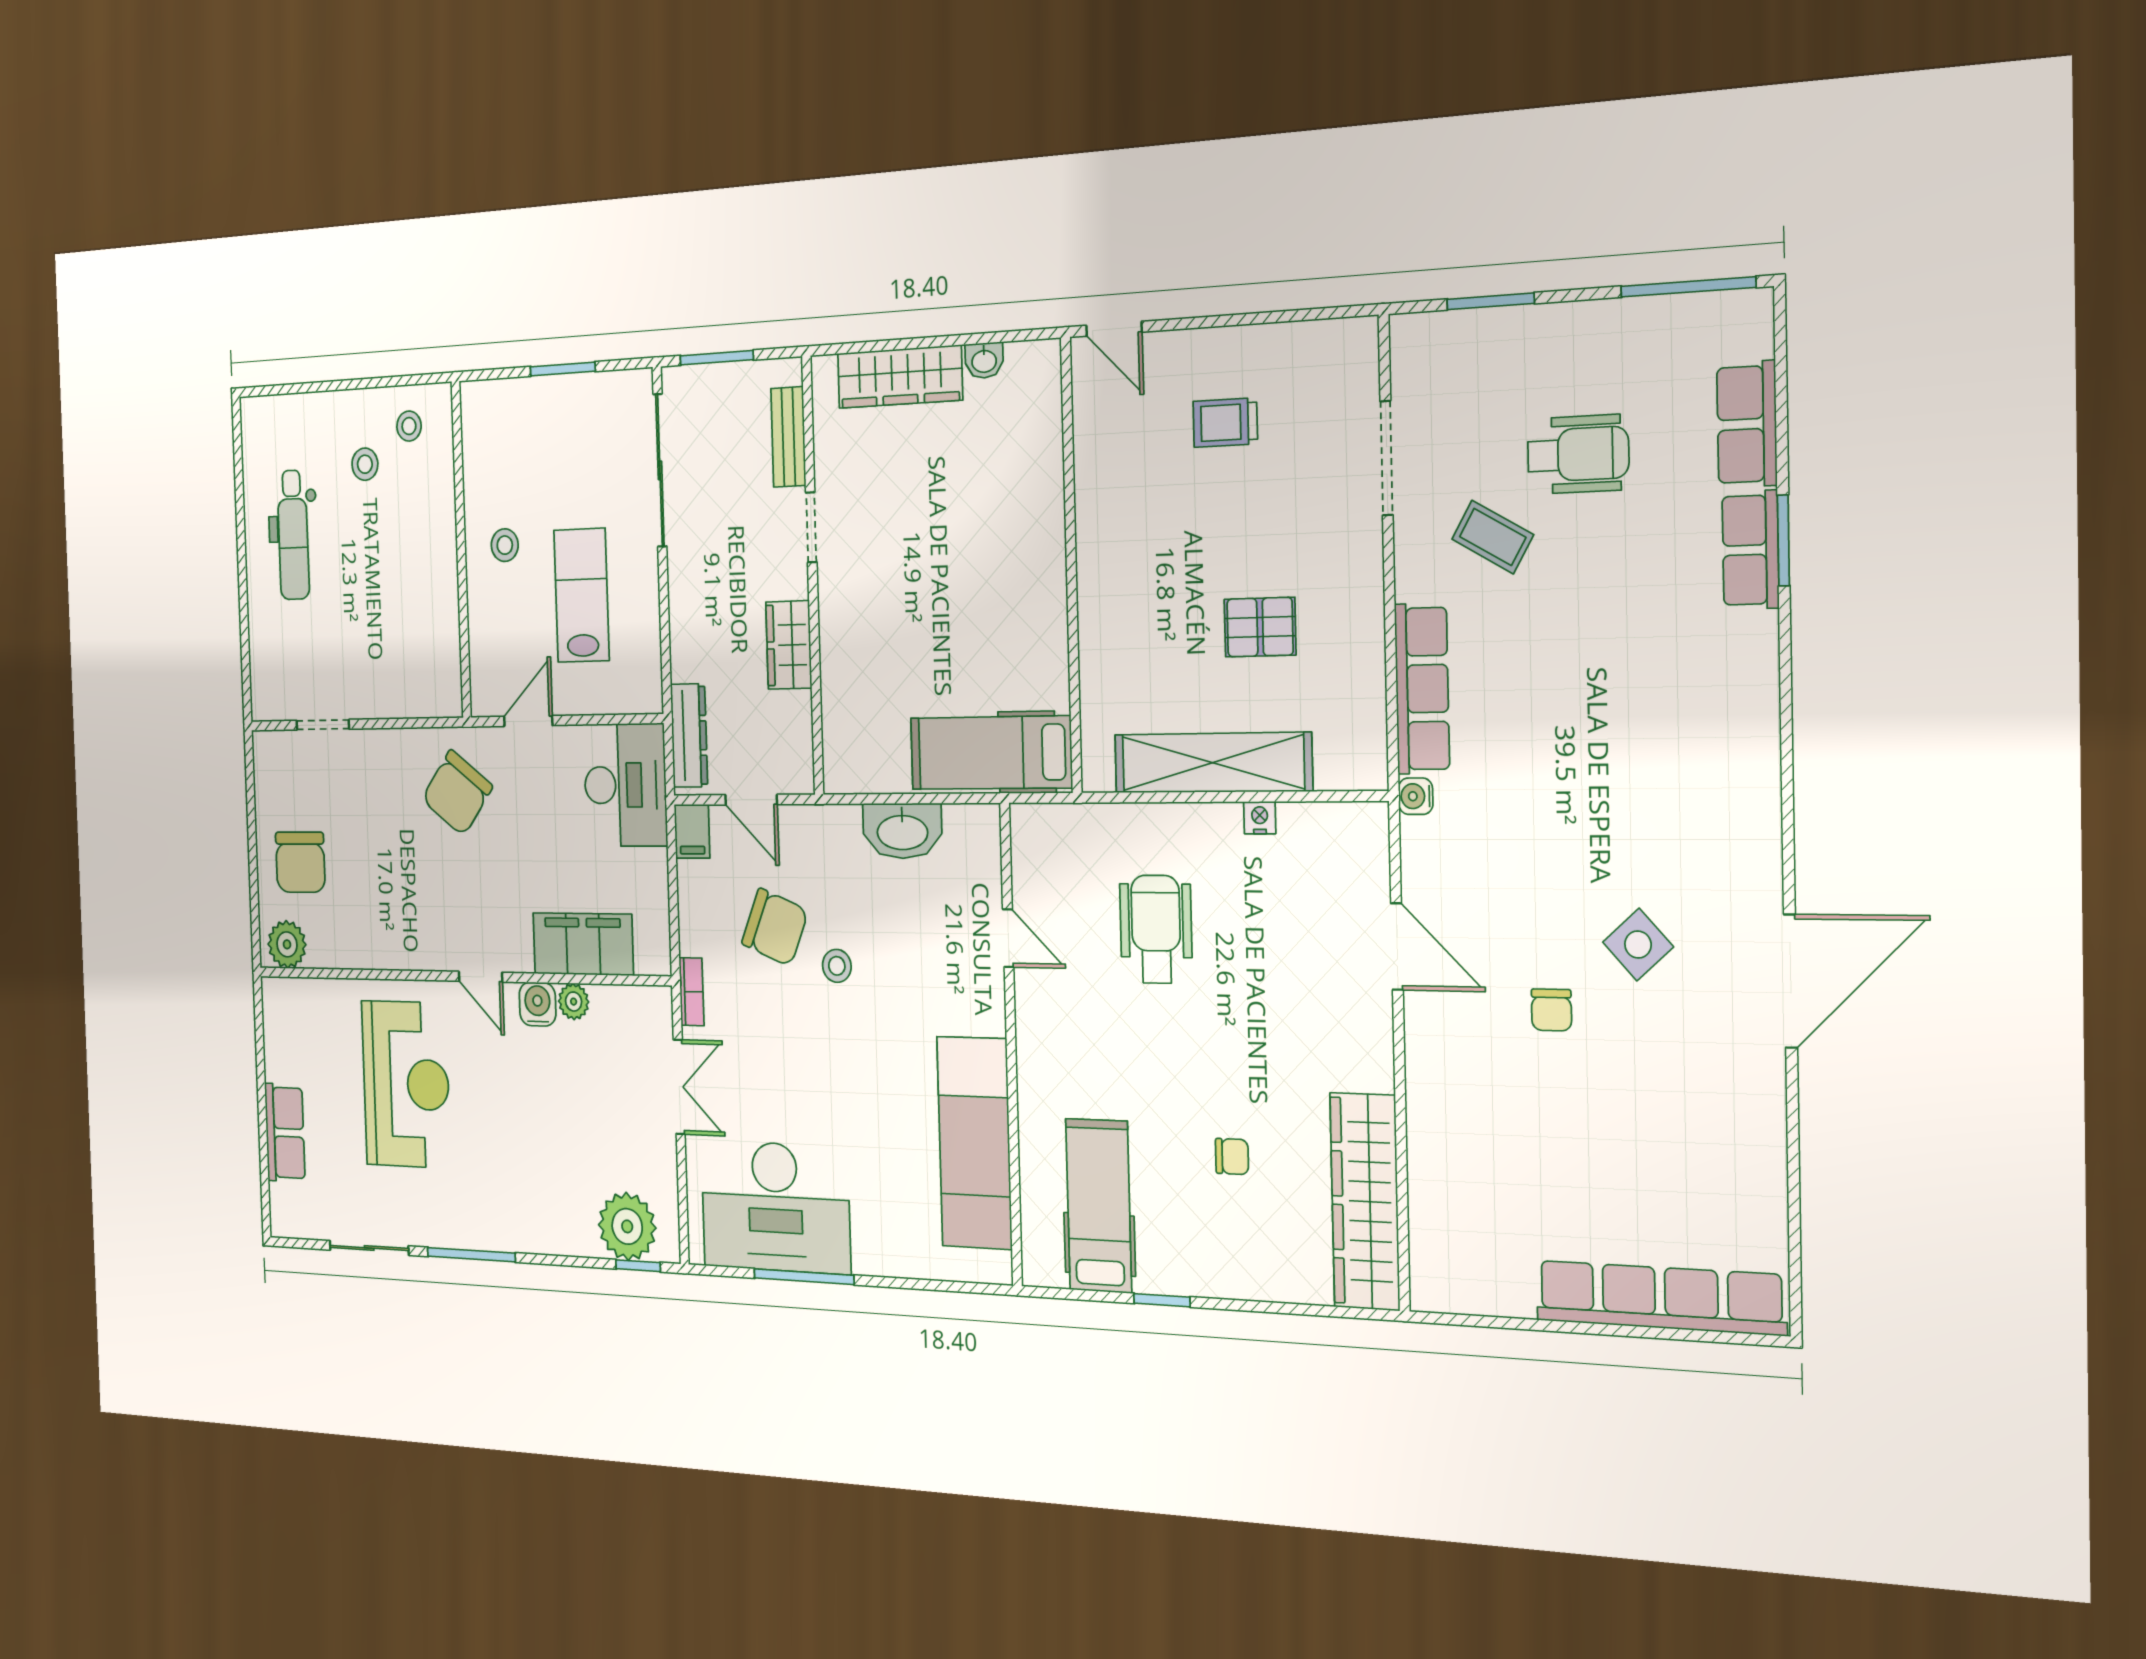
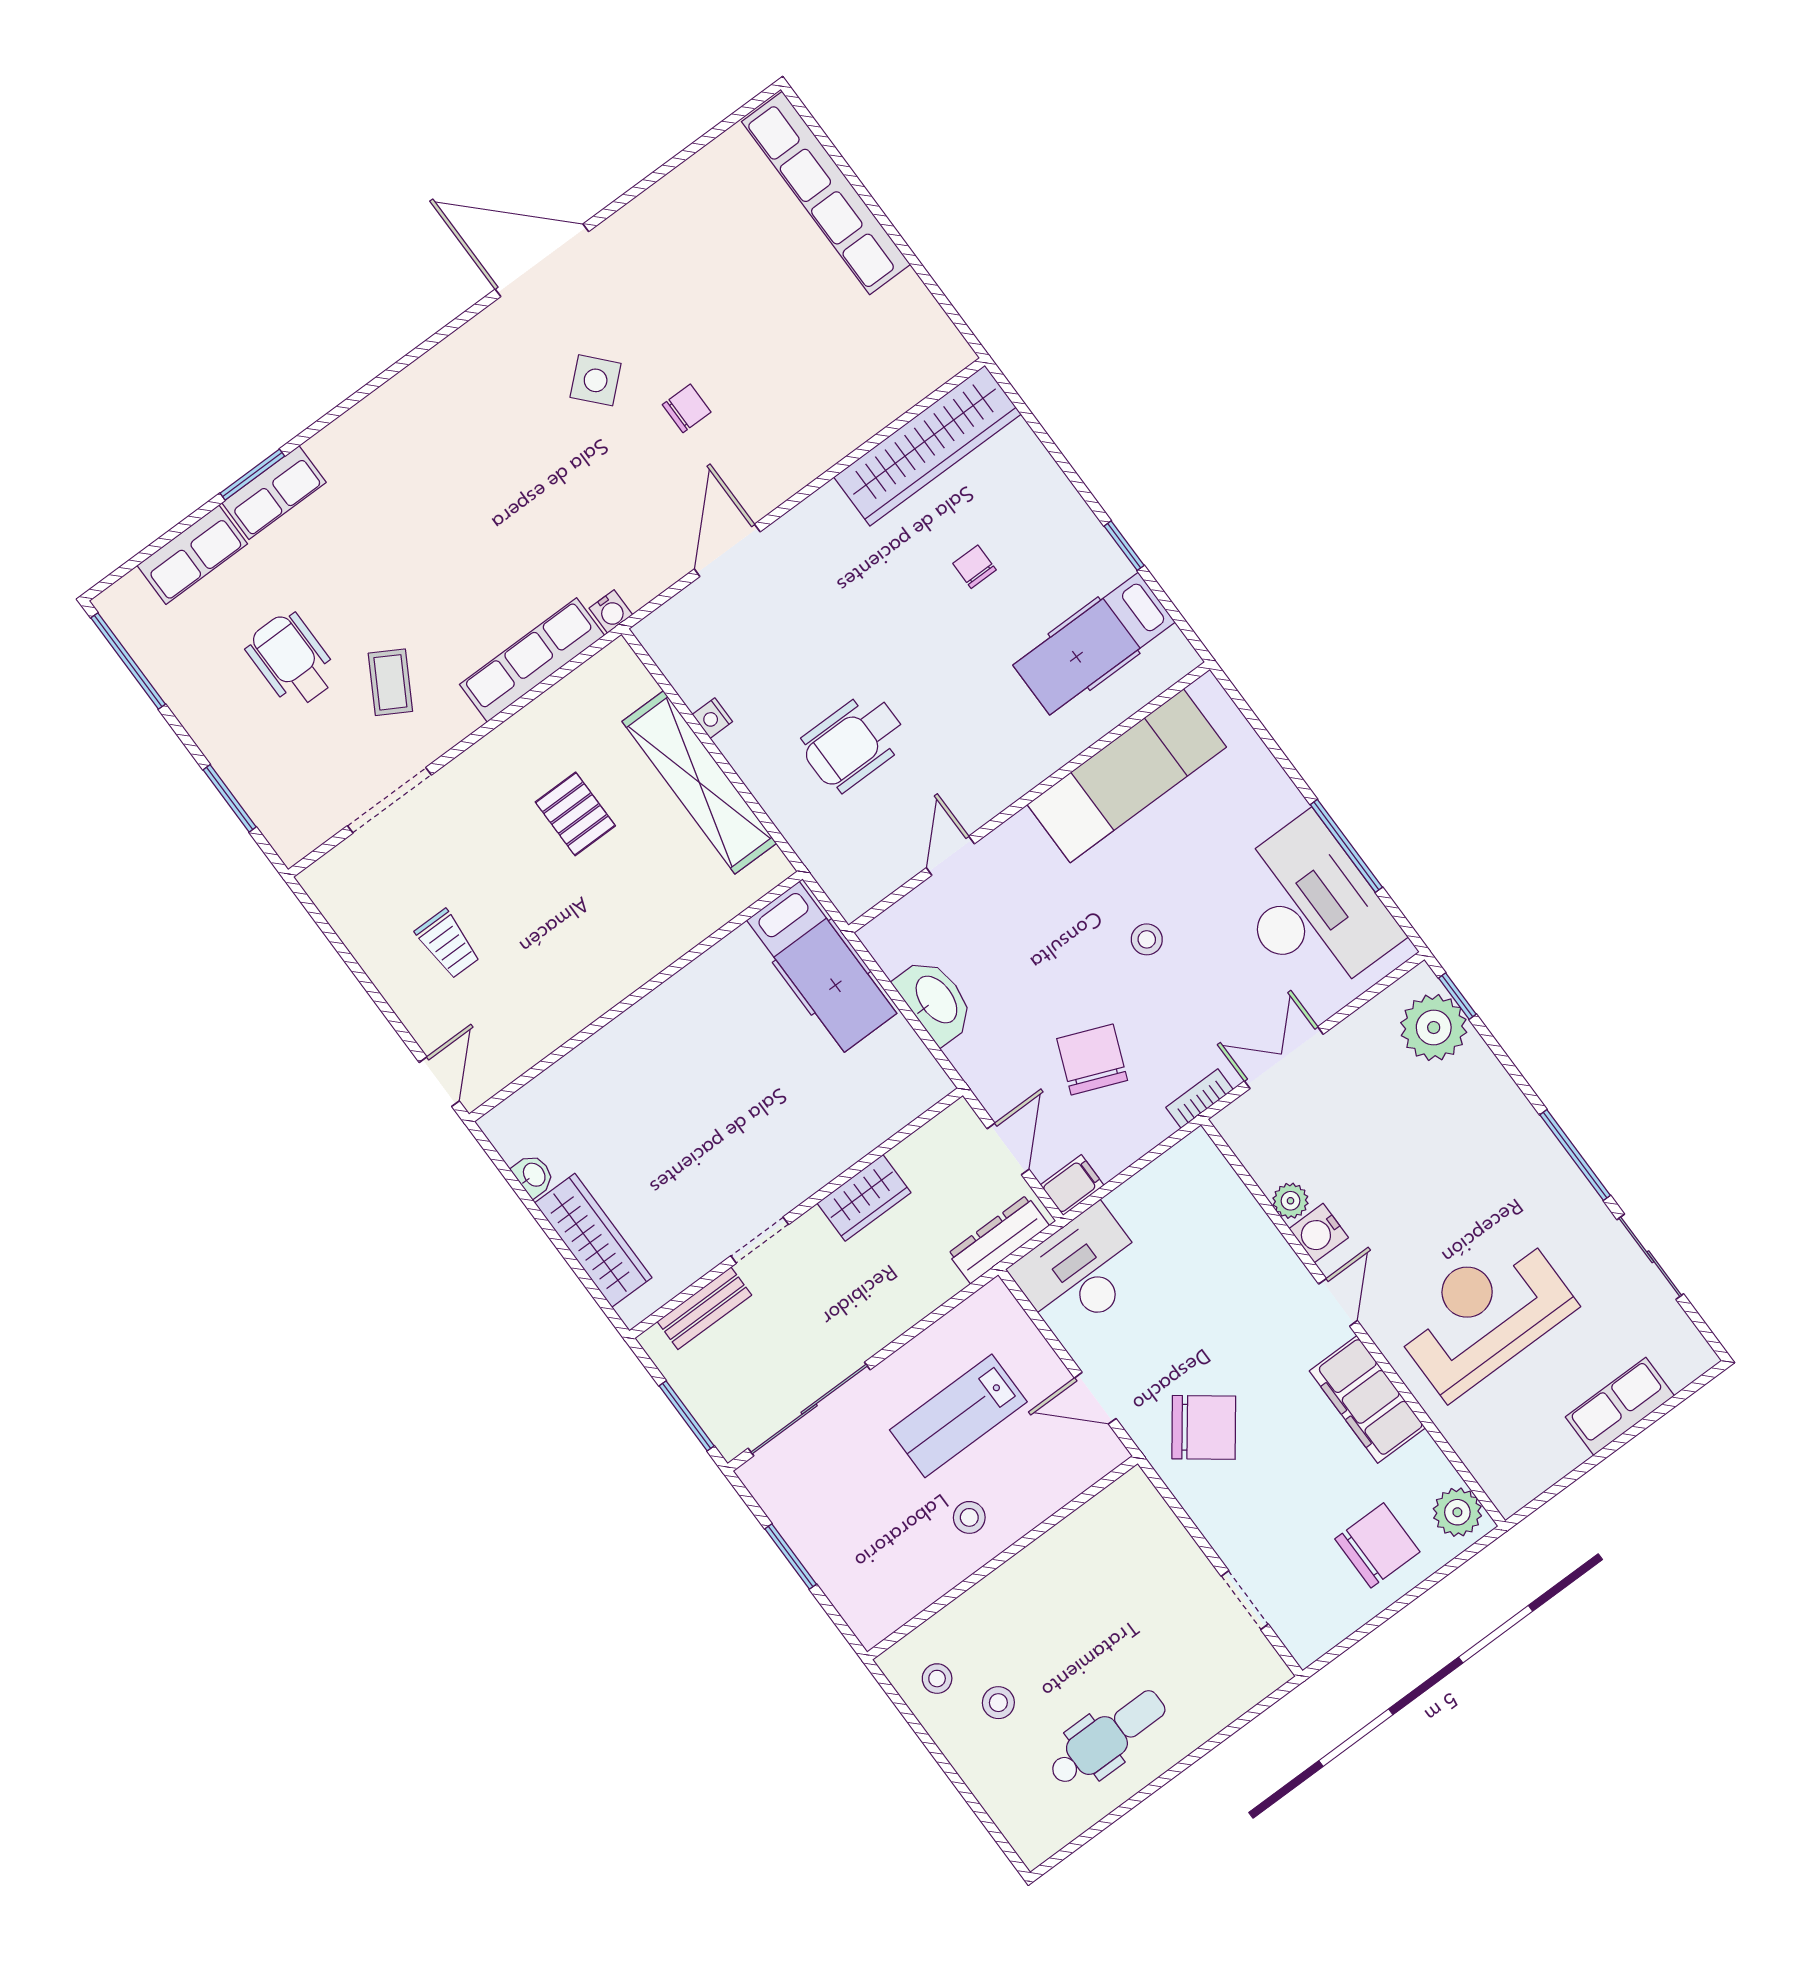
filing cabinet: (583, 944) -> (1367, 1399), moved
stool: (837, 966) -> (1147, 939), moved

